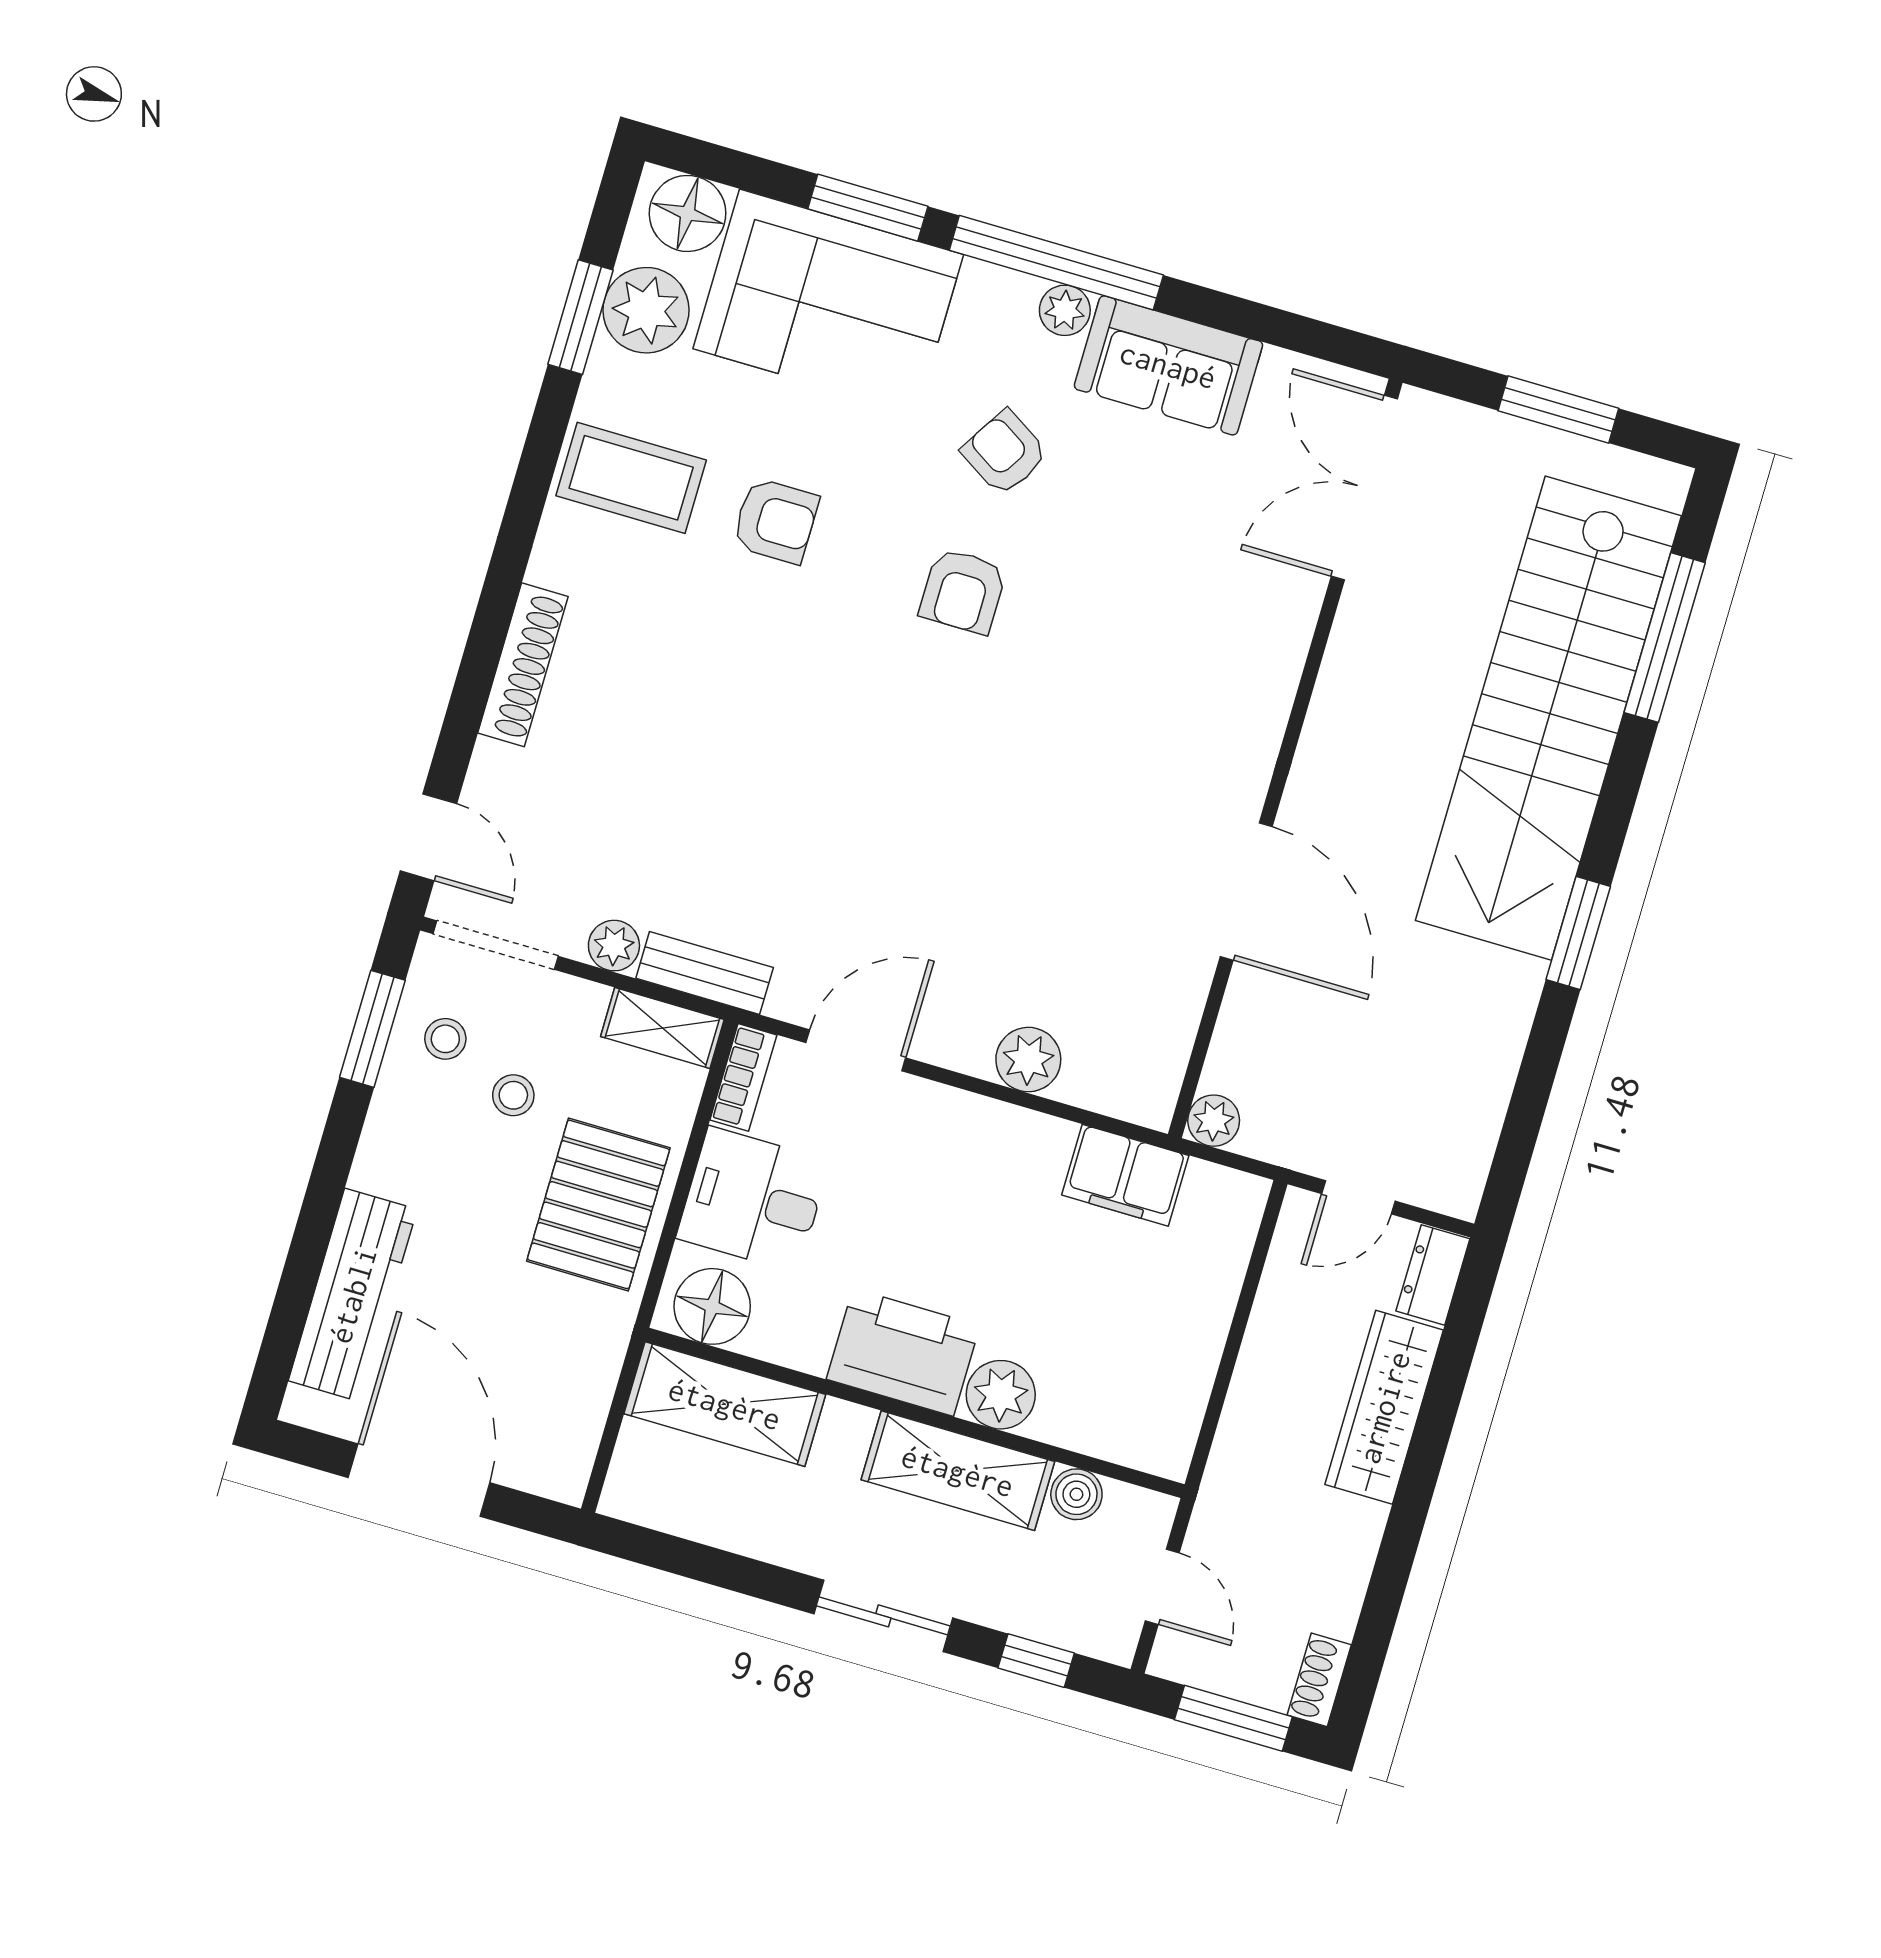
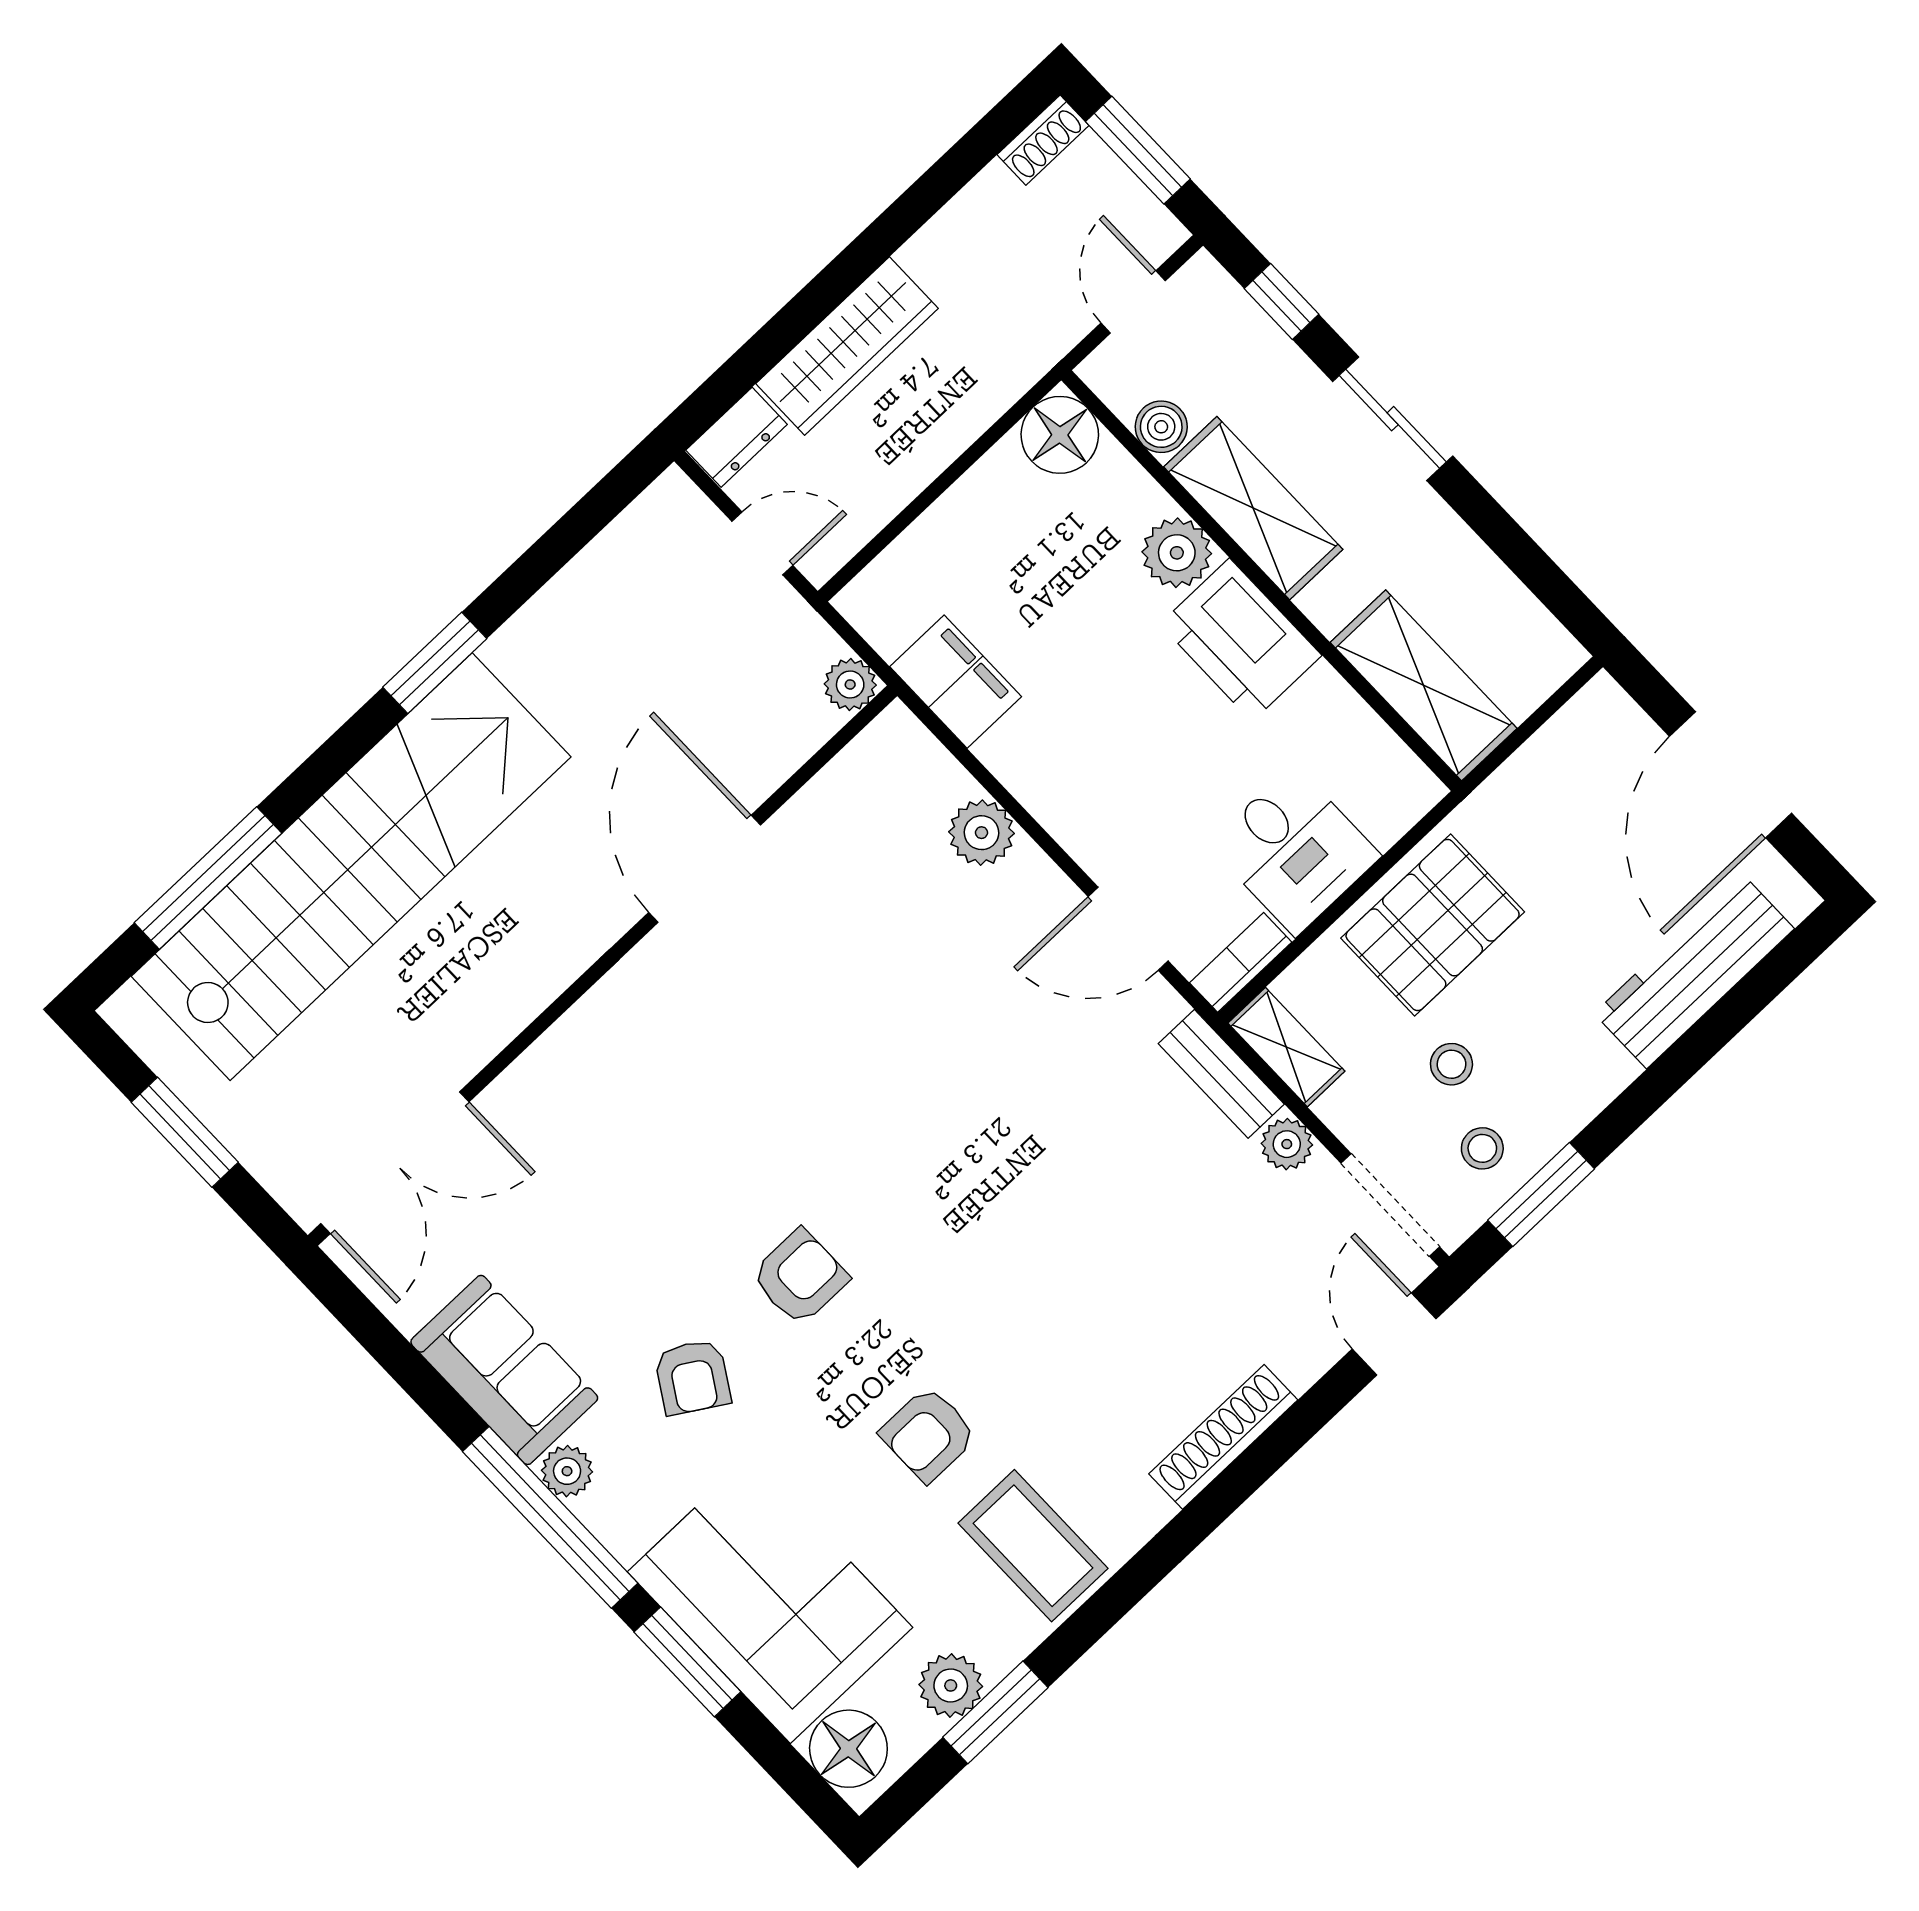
plant: (646, 310) -> (951, 1685), width x0.73, depth x0.73
armchair: (776, 521) -> (928, 1434), turned -90
floor lamp: (712, 1306) -> (1060, 435), moved

